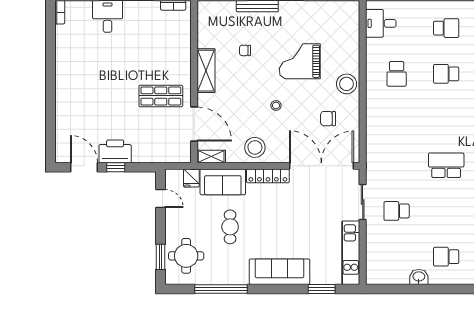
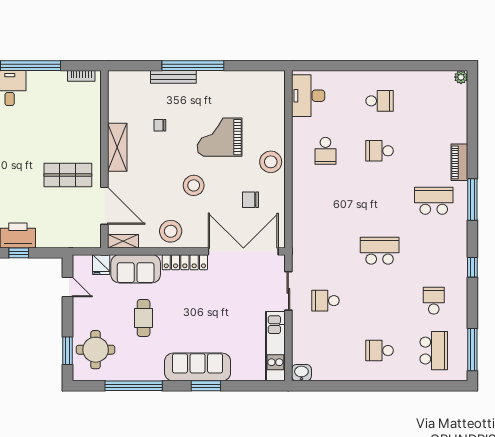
desk: (381, 23) -> (308, 96), width x1.37
stool: (276, 105) -> (194, 185), width x1.89, depth x1.89
washbasin: (419, 277) -> (301, 373), moved
window: (322, 289) -> (206, 386), moved

